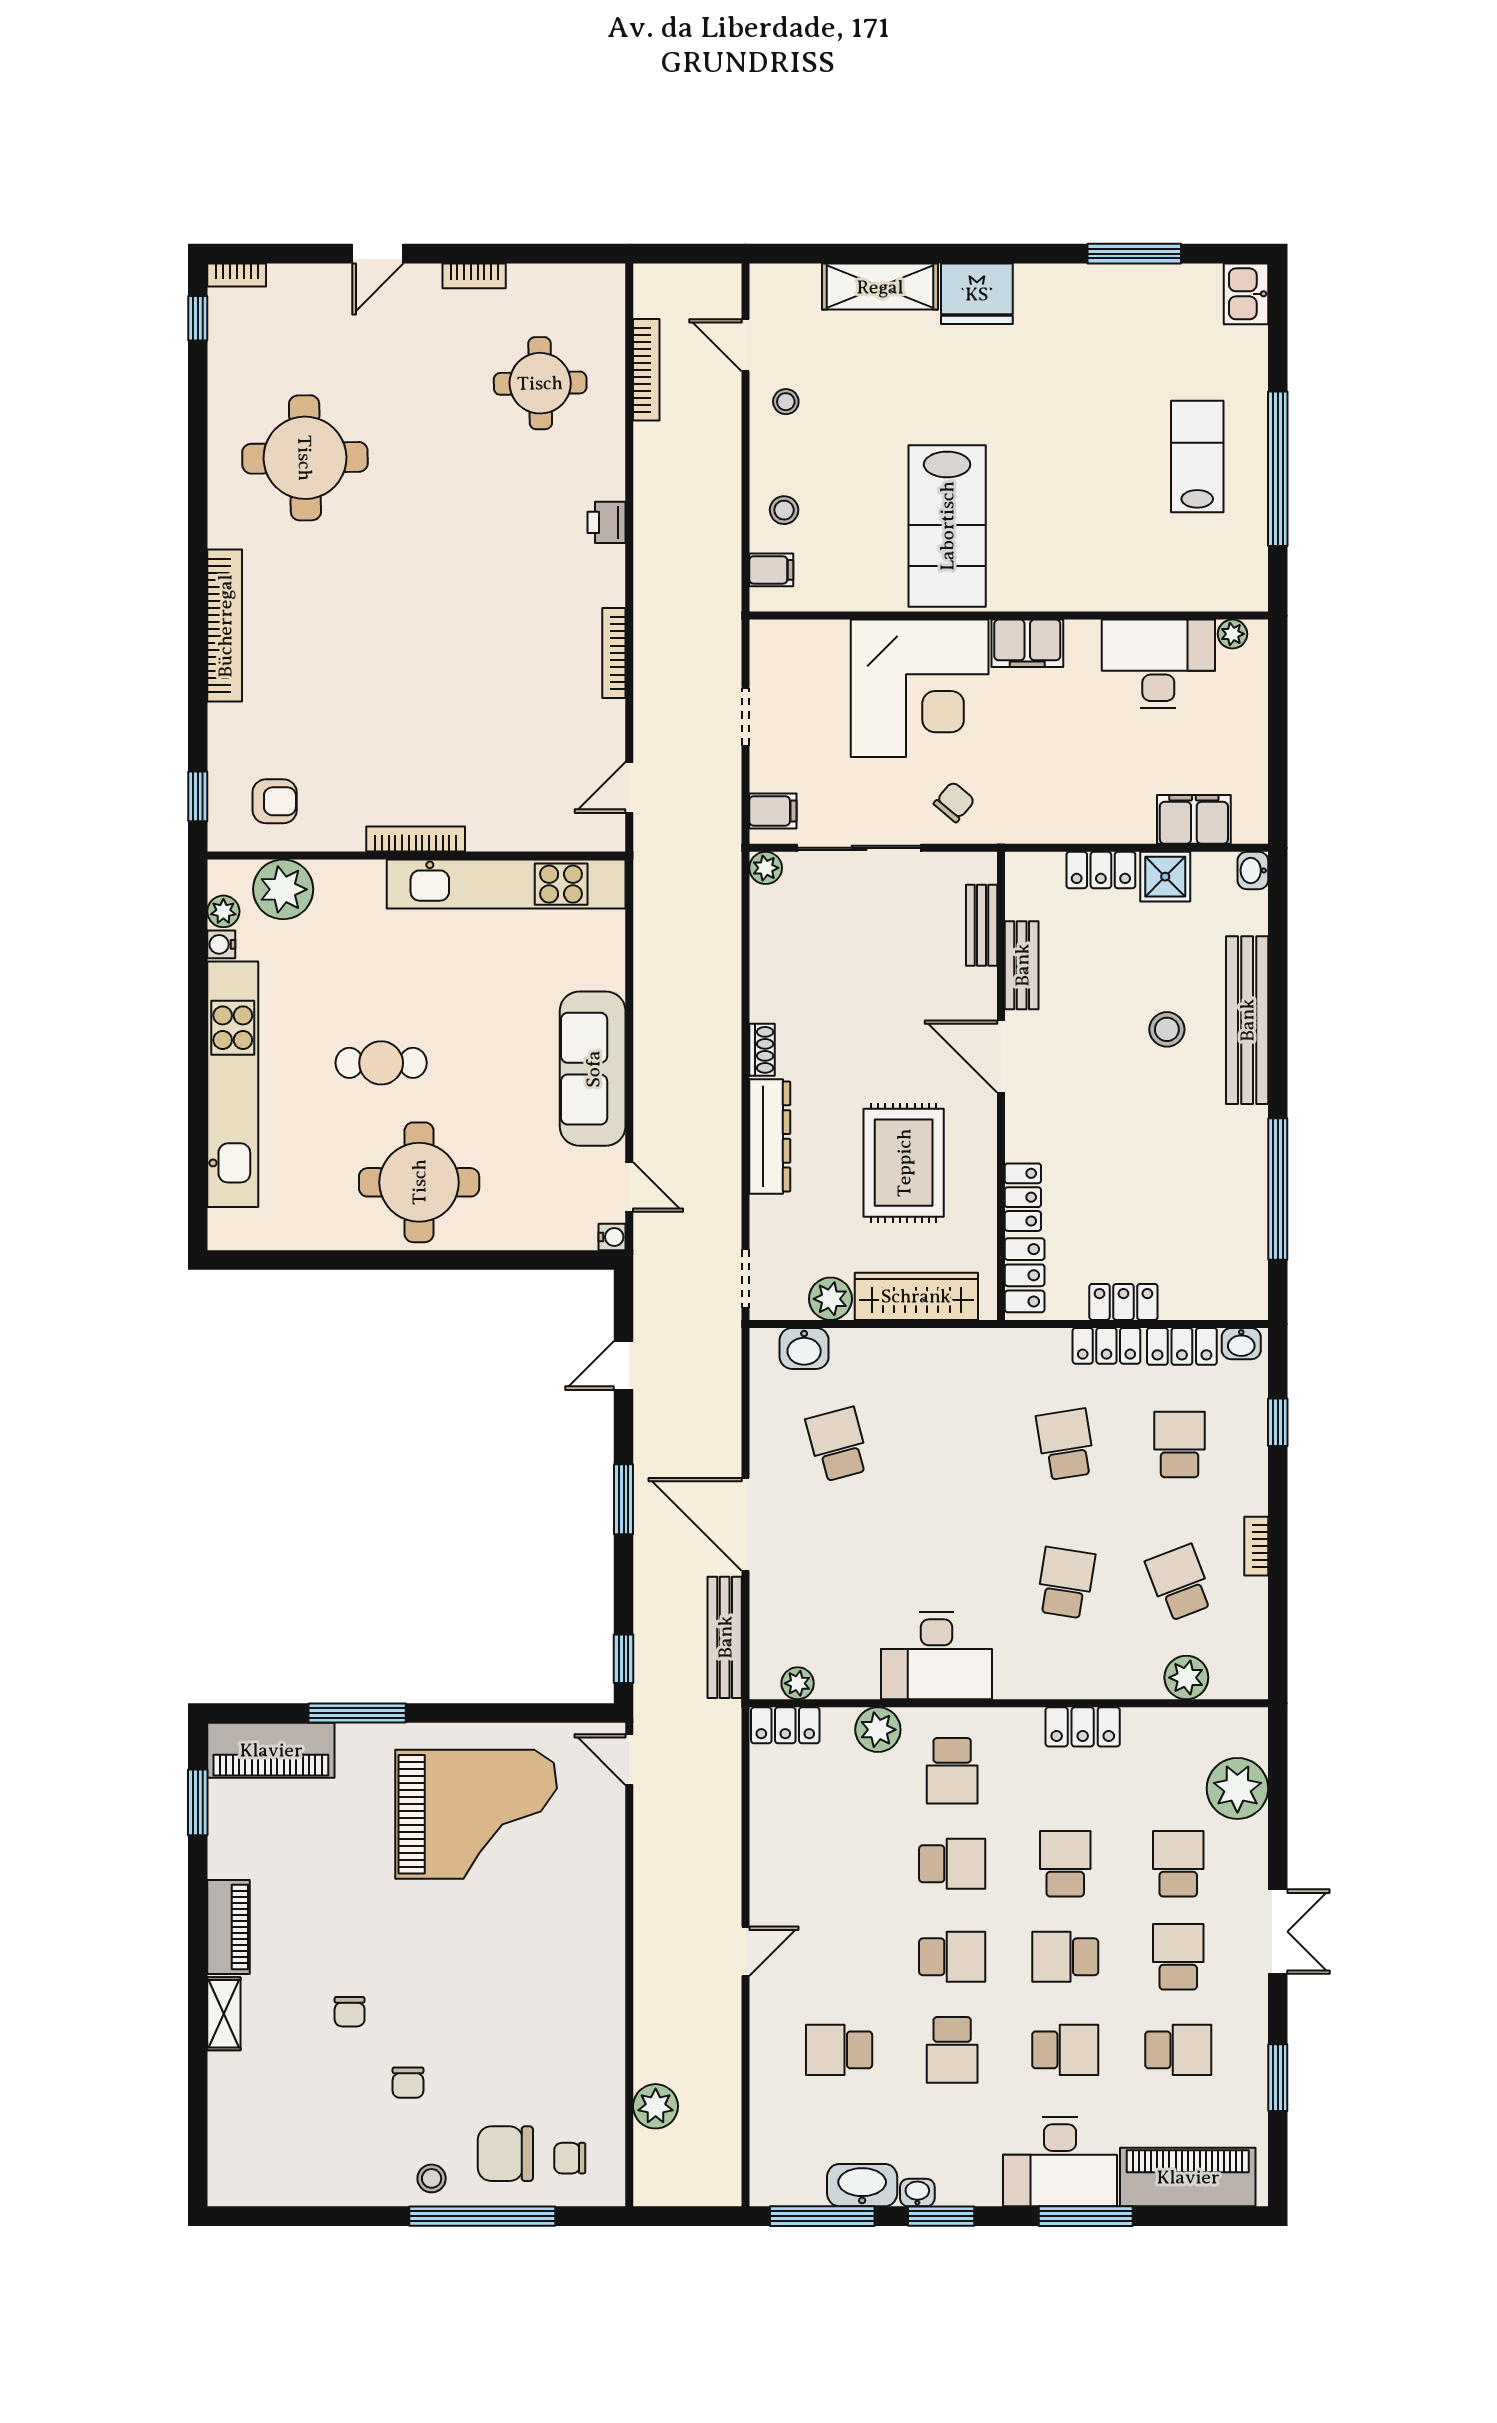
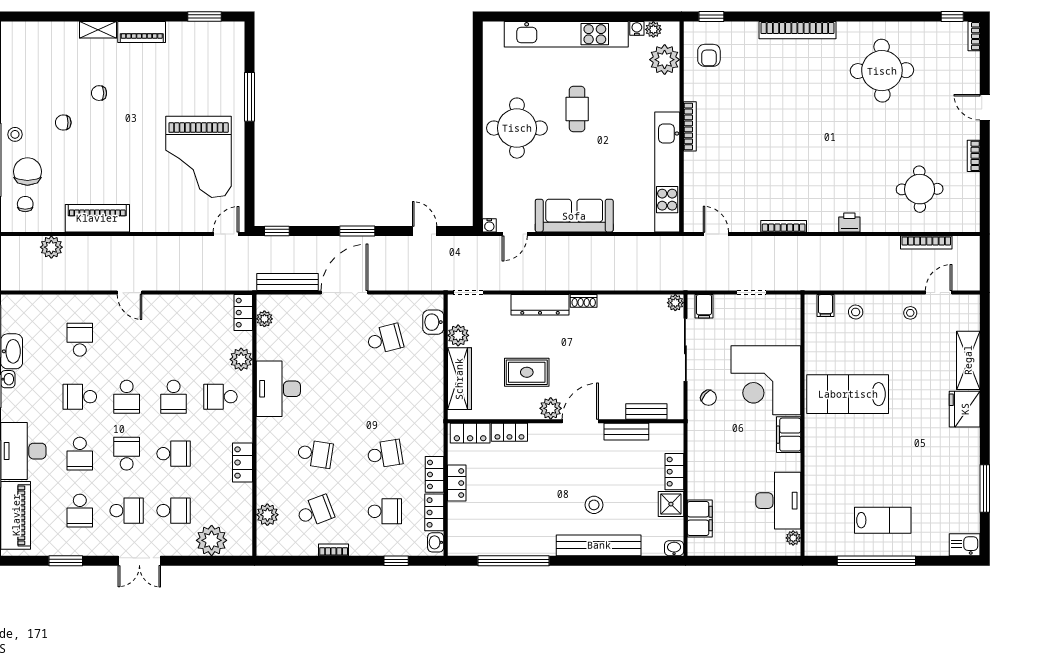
plant: (975, 1115) -> (551, 408), added
rug: (904, 1163) -> (527, 372), width x0.73, depth x0.70
piano: (271, 1750) -> (97, 218), moved, turned 90

